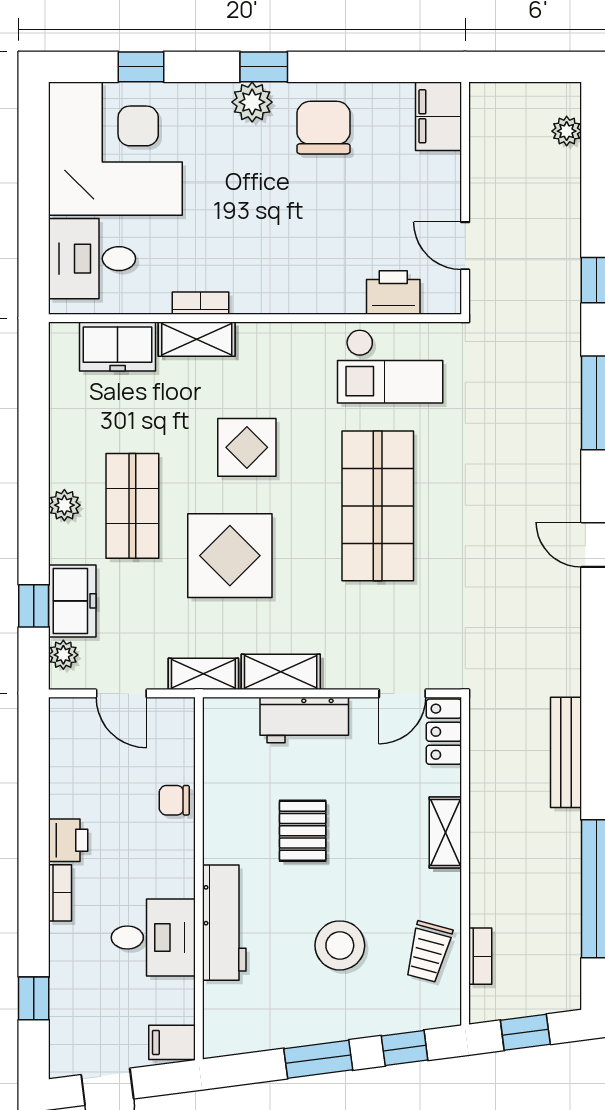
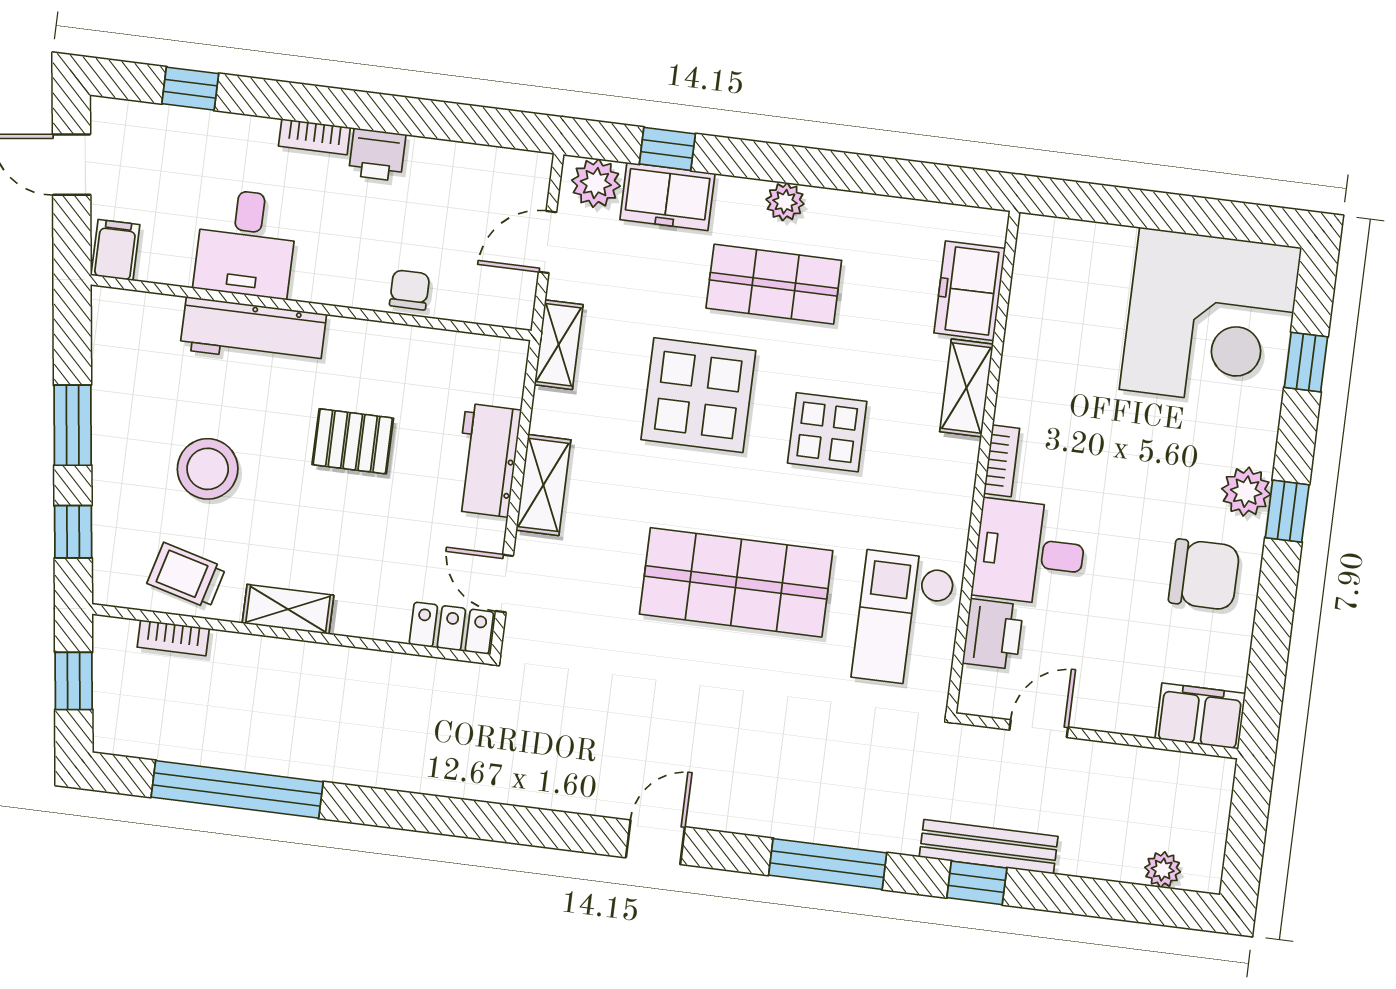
desk: (92, 259) -> (1030, 553), moved, turned -90
bookcase: (201, 303) -> (1002, 461), moved
plant: (63, 655) -> (596, 183), width x1.38, depth x1.38
shelving: (281, 672) -> (543, 485), moved
bench: (566, 752) -> (989, 847), moved
shelving: (445, 833) -> (288, 609), moved

